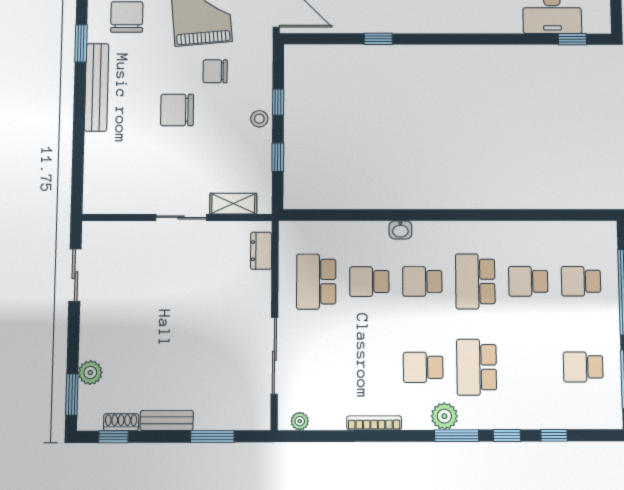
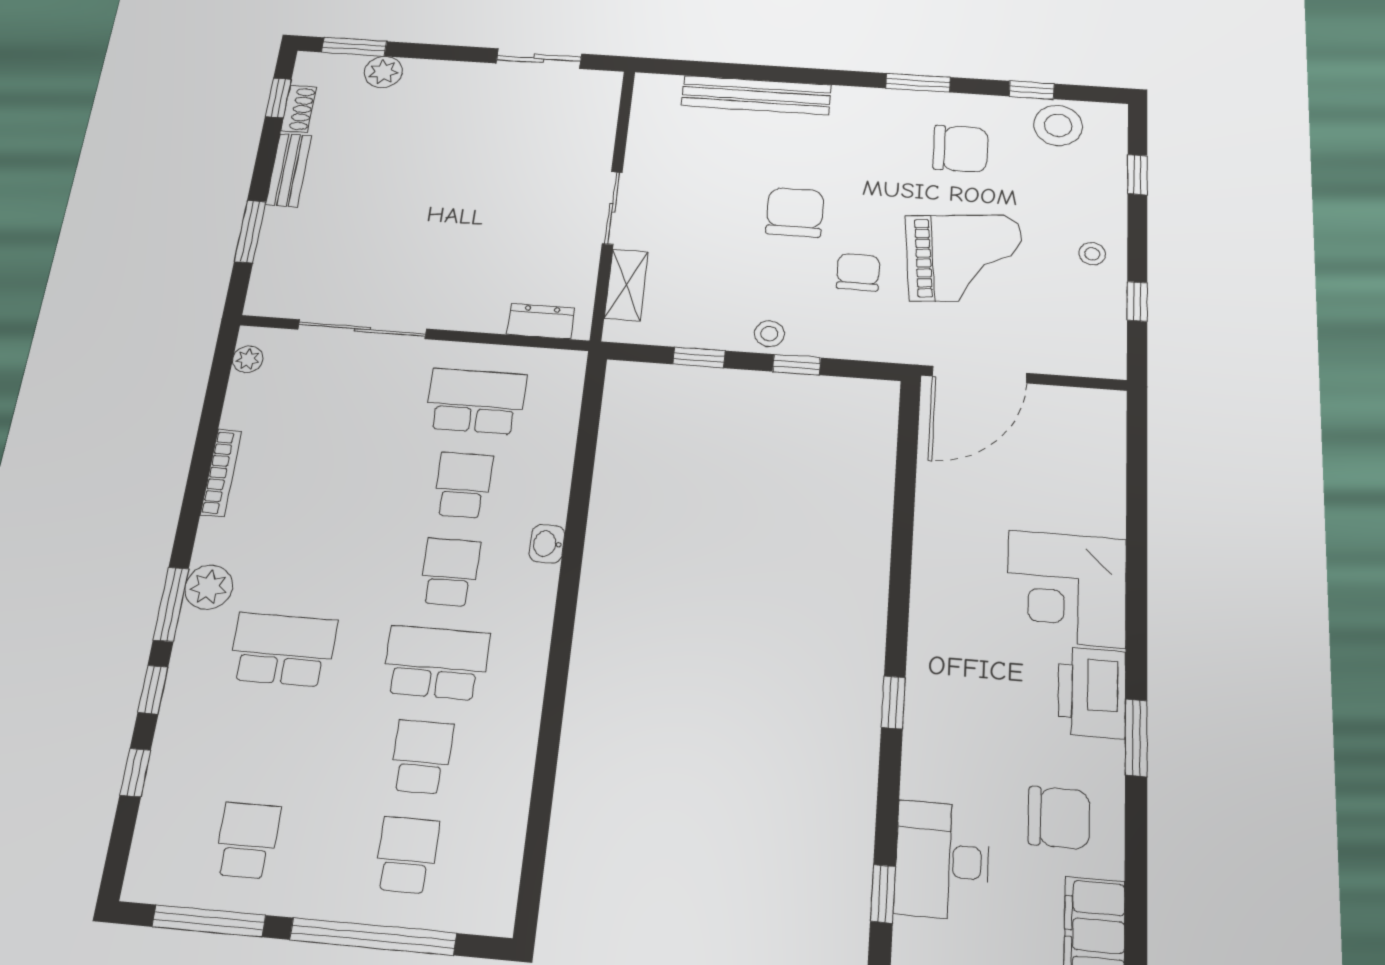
window: (378, 39) -> (893, 702), moved
bench: (97, 87) -> (756, 95), moved
school desk: (423, 367) -> (299, 560), removed

